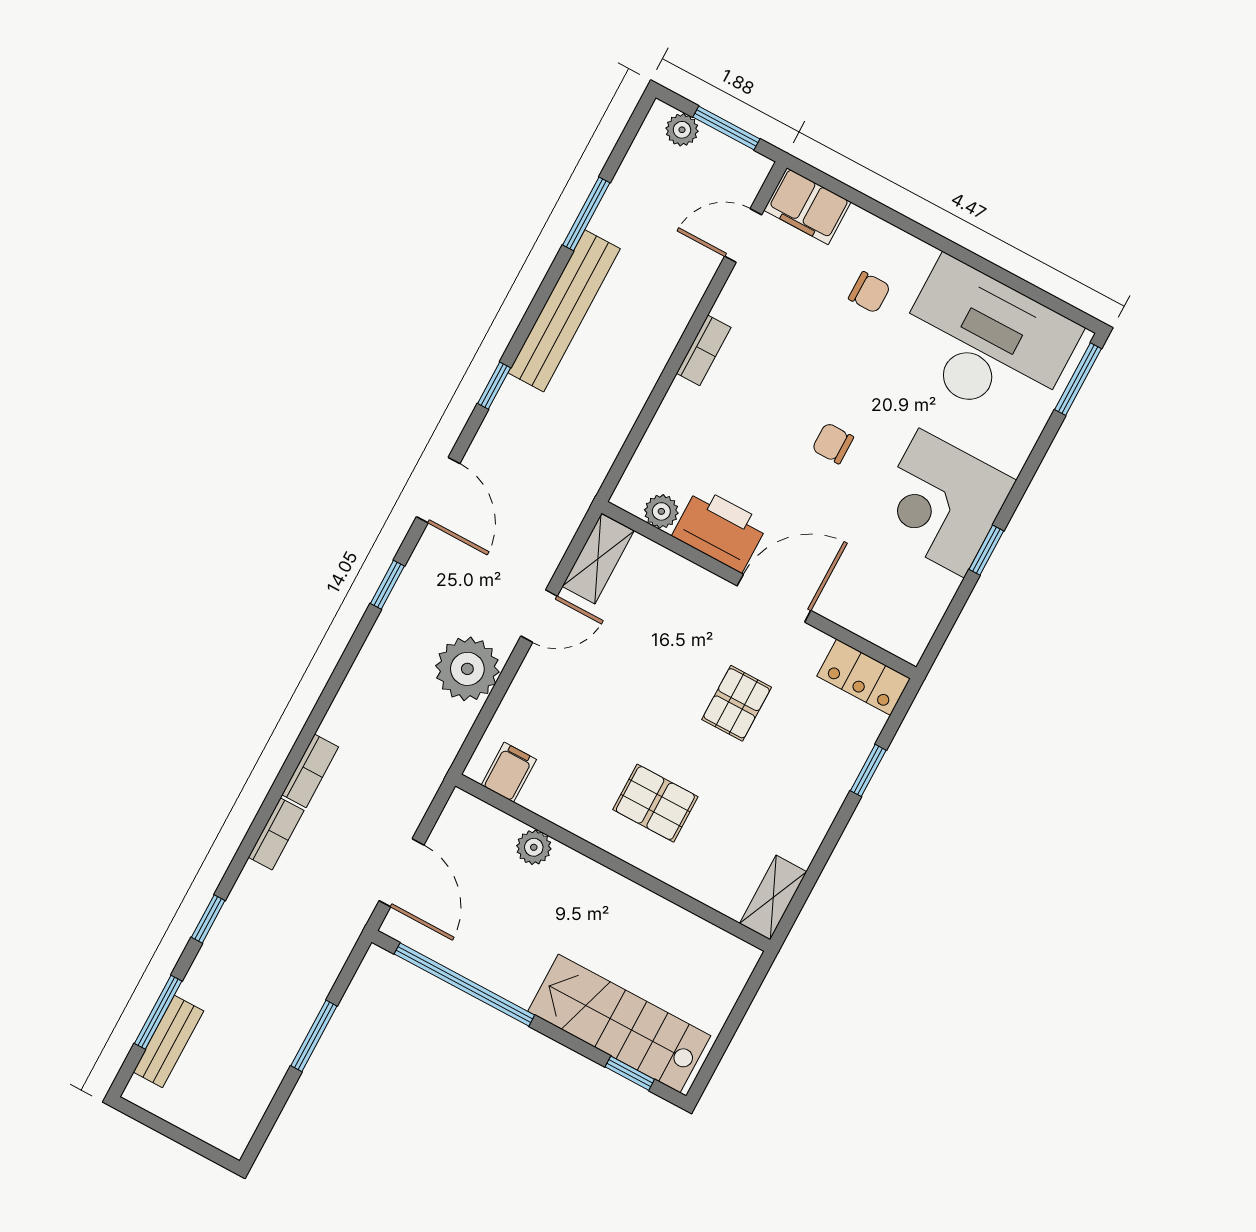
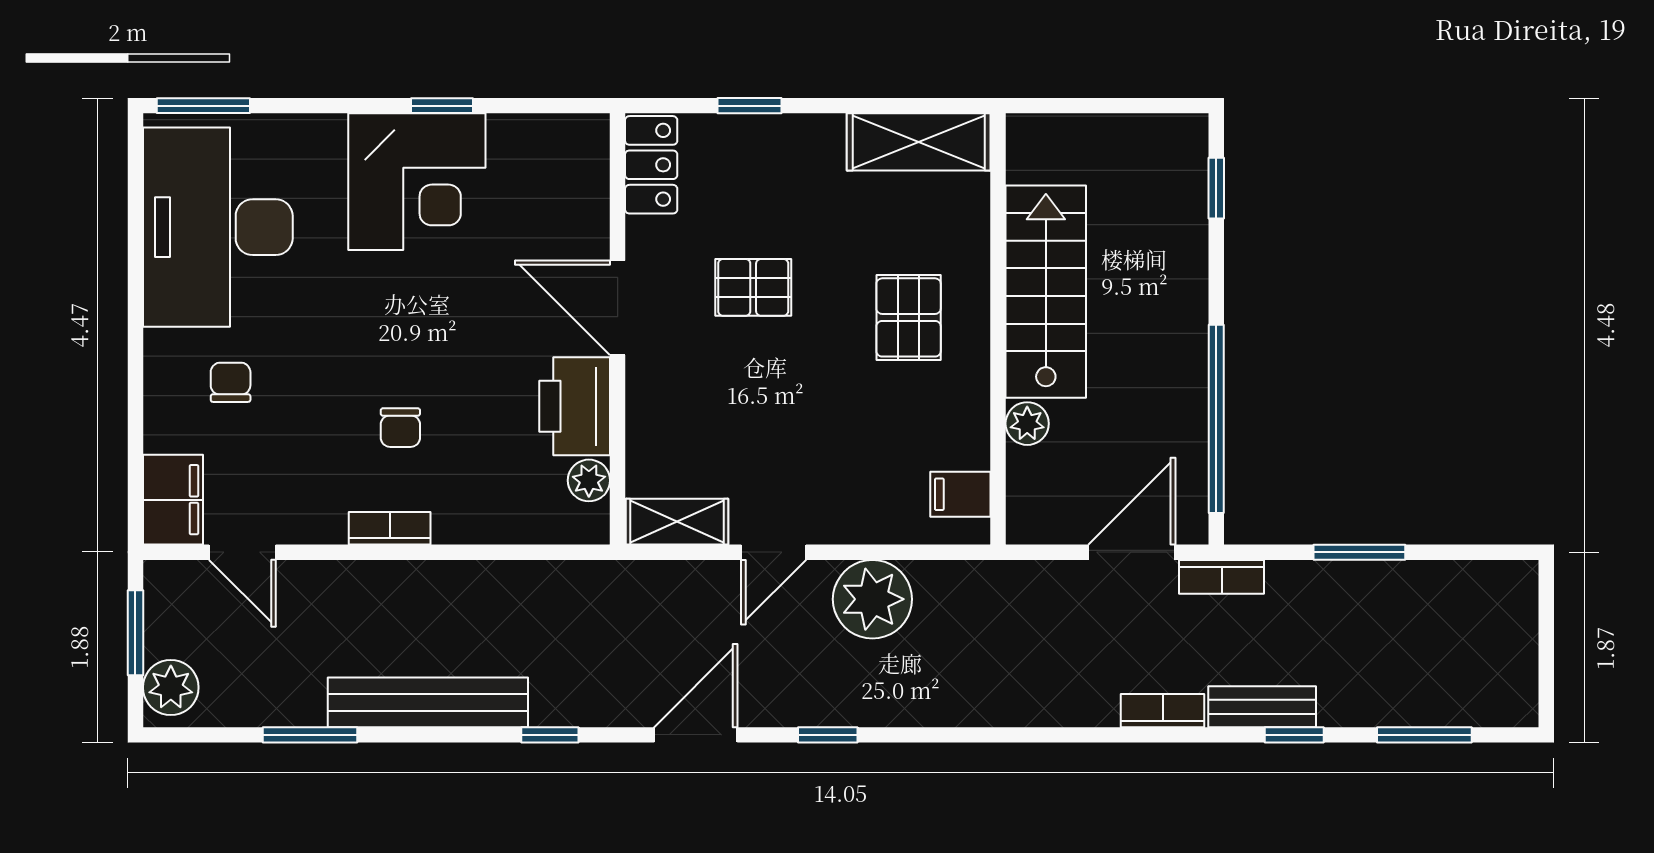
plant: (682, 130) -> (171, 687), width x1.38, depth x1.38
chair: (833, 443) -> (400, 428), moved
door: (539, 616) -> (774, 552), swing flipped
bookcase: (310, 771) -> (1222, 577), moved, turned 180
shelving: (773, 898) -> (919, 142), width x1.50, depth x1.33
stairs: (619, 1024) -> (1046, 292), moved, turned 180
bench: (168, 1041) -> (1262, 707), moved

